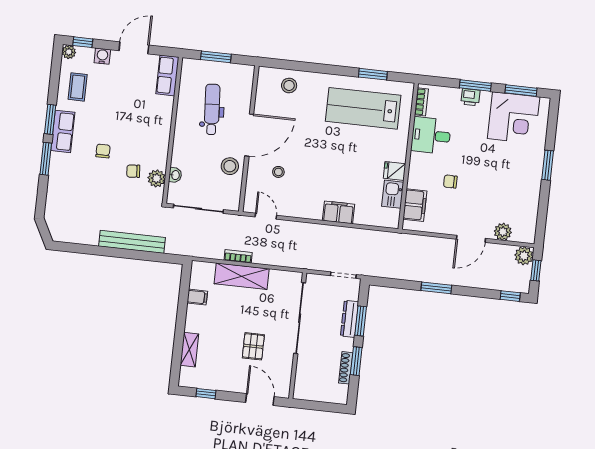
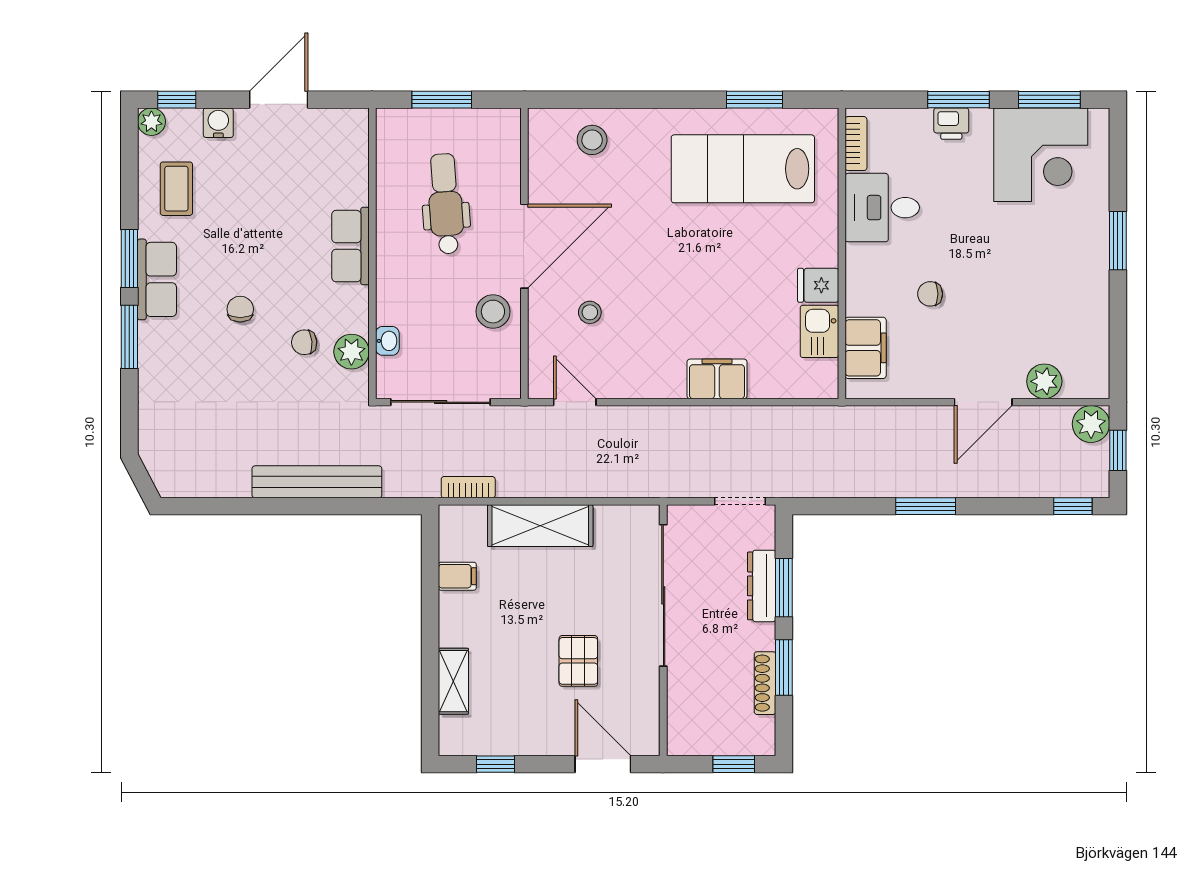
row of seats: (167, 75) -> (350, 246), moved
bookcase: (238, 256) -> (468, 487), moved
window: (326, 407) -> (734, 764), added

